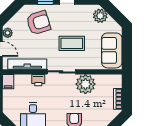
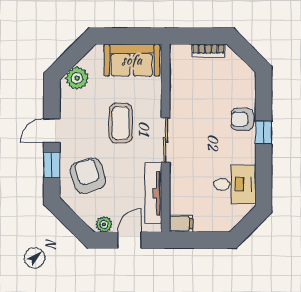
printer: (38, 80) -> (179, 176), removed
plant: (85, 84) -> (185, 101), removed

